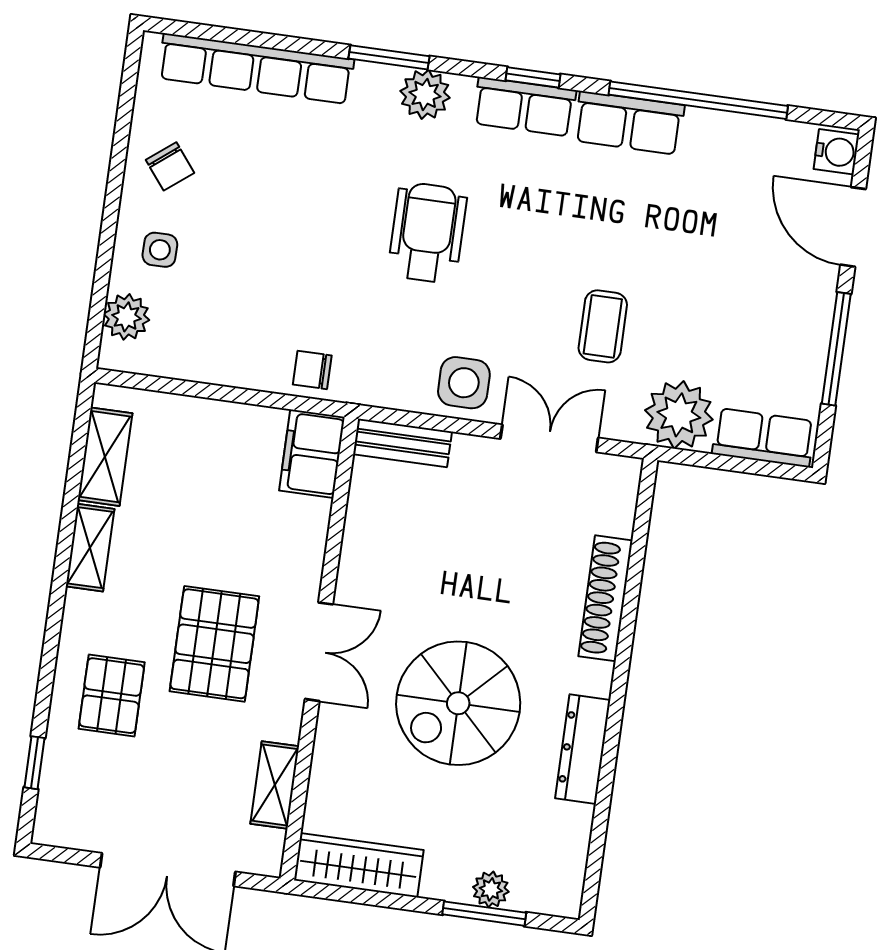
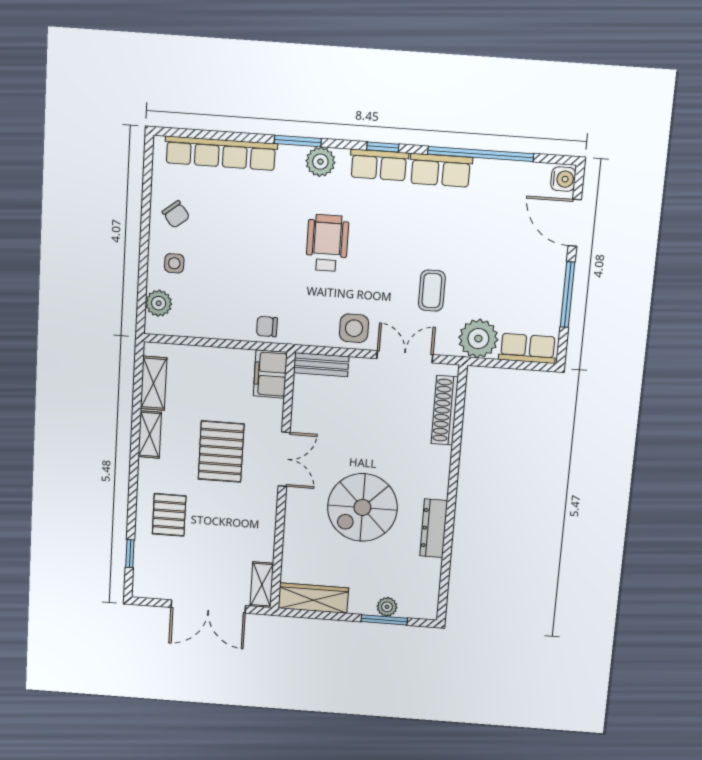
shoe rack: (605, 598) -> (445, 410), moved
pallet: (214, 644) -> (221, 452), moved
double door: (319, 652) -> (284, 459), moved
shelving: (275, 785) -> (262, 585), moved

